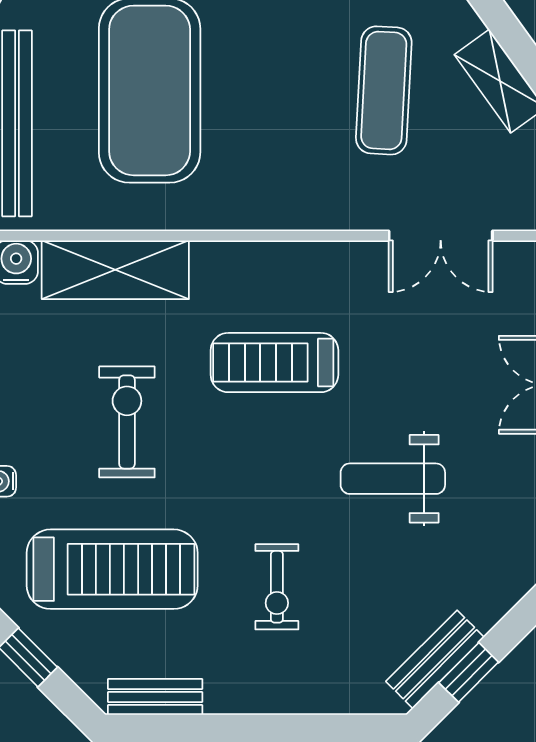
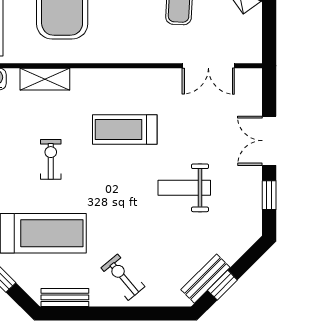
shelving: (115, 270) -> (45, 79), width x0.67, depth x0.75
exercise bike: (127, 422) -> (51, 159), width x0.73, depth x0.72
exercise bike: (277, 587) -> (123, 277), moved, turned 140

